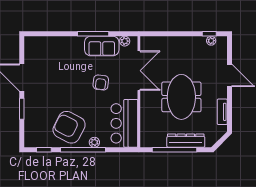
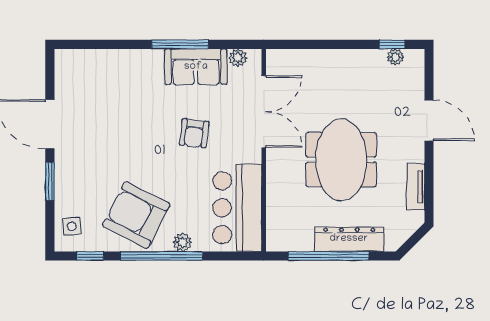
side table: (34, 133) -> (72, 226), added

